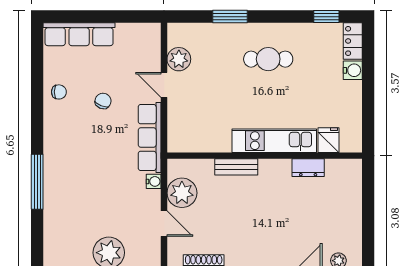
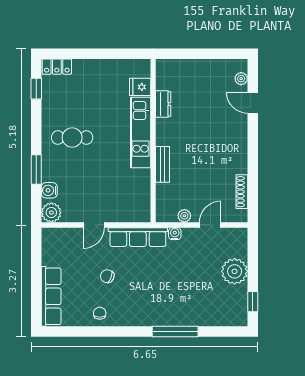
plant: (179, 59) -> (51, 213), moved
cafe table: (268, 59) -> (72, 138), turned 90
water cooler: (353, 70) -> (49, 190), moved, turned -90
plant: (182, 193) -> (184, 216), width x0.53, depth x0.53

